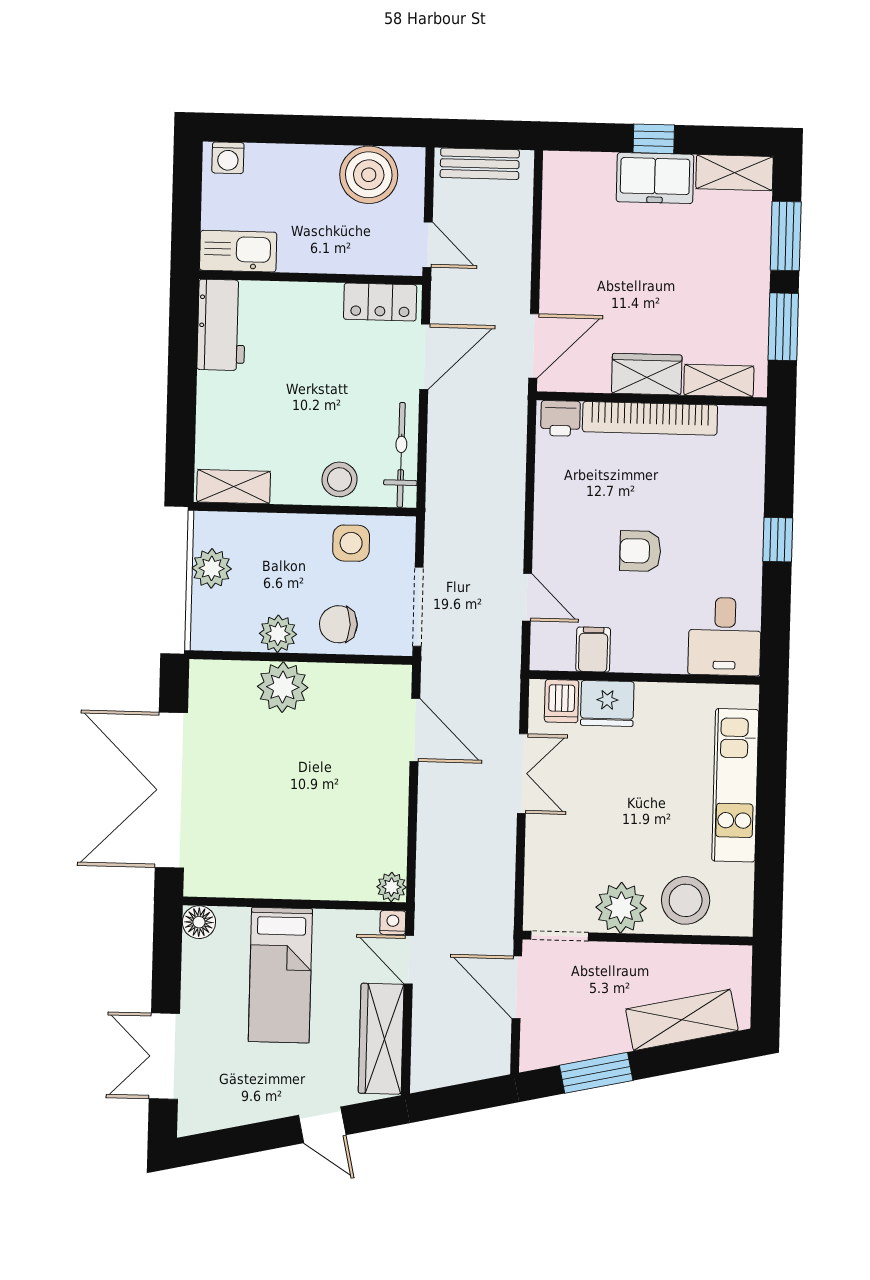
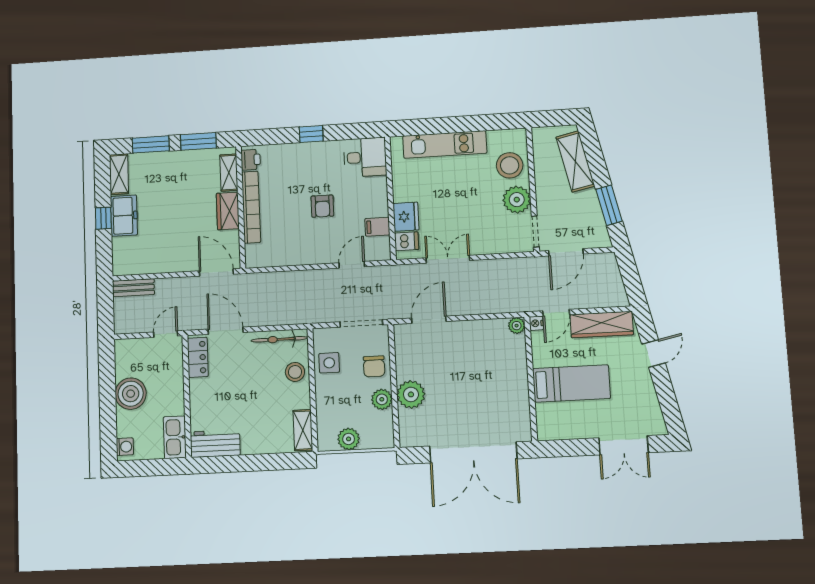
bench: (480, 164) -> (133, 288), moved, turned 90
boiler: (369, 175) -> (131, 394), moved
printer: (560, 418) -> (251, 160), moved
floor lamp: (199, 922) -> (546, 431), removed

